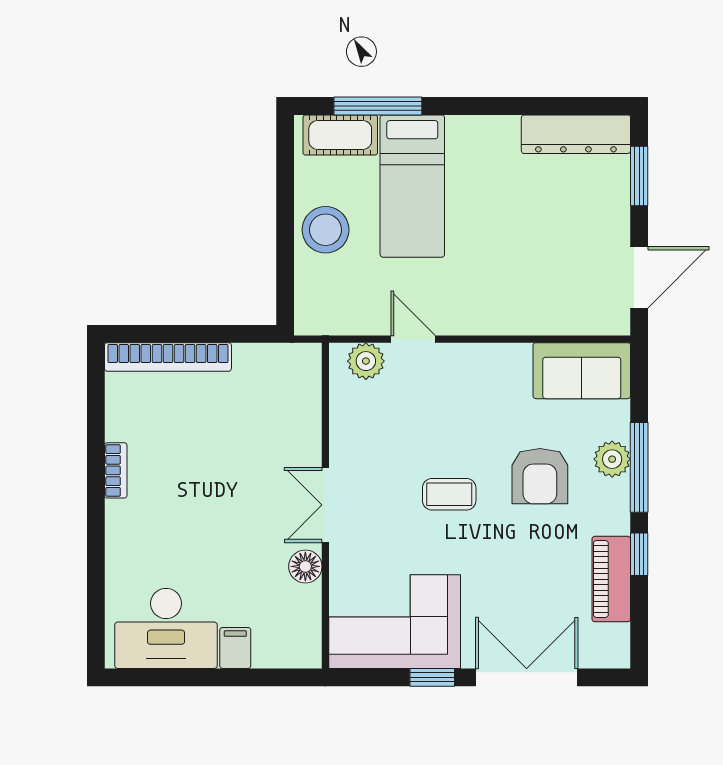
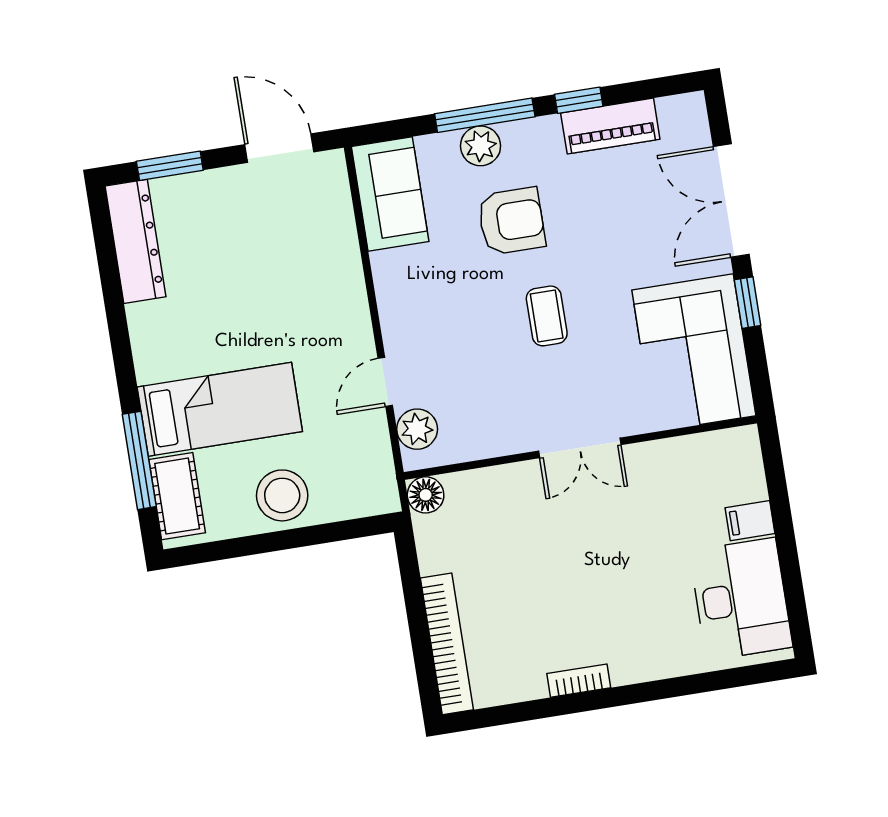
floor lamp: (305, 566) -> (426, 495), moved

